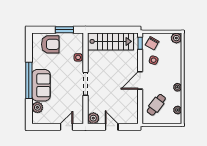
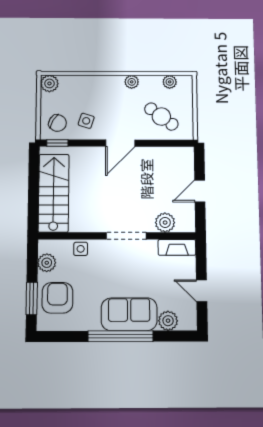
window: (64, 30) -> (32, 298), moved
plant: (70, 38) -> (47, 263), added
door: (140, 80) -> (120, 143), hinge flipped
fireplace: (79, 113) -> (177, 247), added
plant: (93, 118) -> (165, 223), moved
door: (67, 127) -> (202, 291), moved

